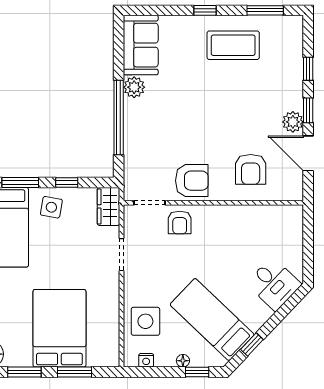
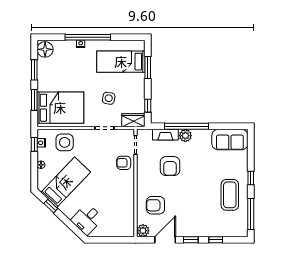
window: (265, 10) -> (251, 214), width x1.44
plant: (134, 87) -> (185, 136), moved
plant: (293, 122) -> (143, 231), moved
fireplace: (132, 153) -> (165, 135), added
armchair: (192, 181) -> (170, 166), moved
window: (67, 182) -> (148, 106), moved
side table: (51, 207) -> (109, 98), moved
bed: (59, 328) -> (60, 108), moved
window: (197, 372) -> (34, 144), moved

